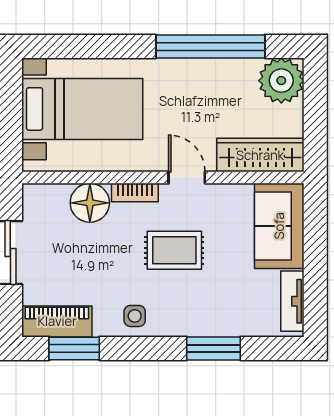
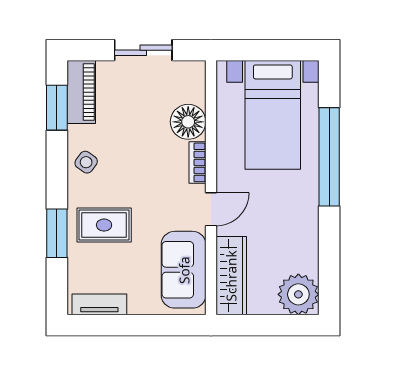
window: (210, 46) -> (329, 157), moved
sofa: (279, 226) -> (184, 270), moved, turned -90
rug: (174, 250) -> (104, 225), moved, turned 90
side table: (135, 316) -> (86, 162), turned 36

